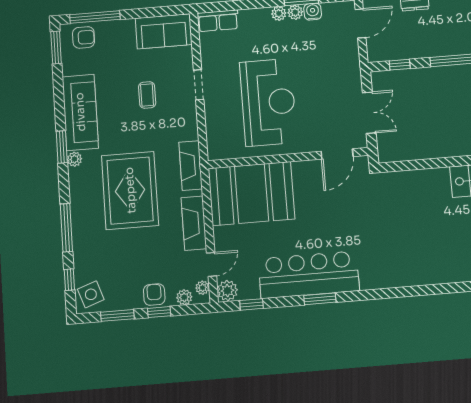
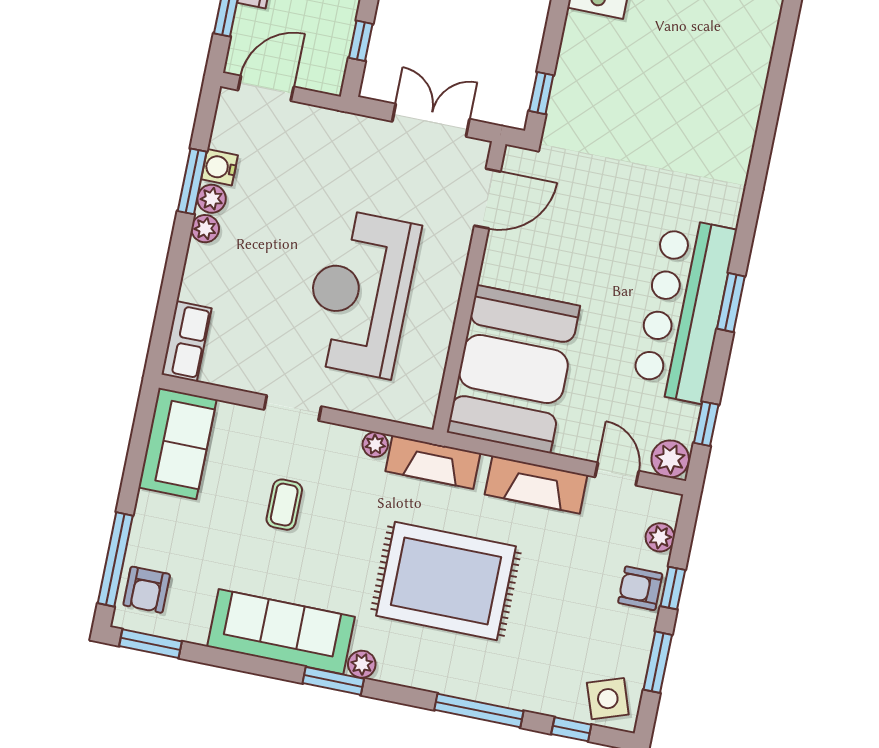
door: (360, 23) -> (266, 88), hinge flipped
armchair: (84, 37) -> (147, 590), turned 180
coffee table: (147, 95) -> (284, 505), turned 90
reception desk: (268, 102) -> (360, 293), turned -90
door: (337, 154) -> (487, 199), hinge flipped
window: (401, 166) -> (541, 93), added
plant: (202, 288) -> (375, 444), moved

